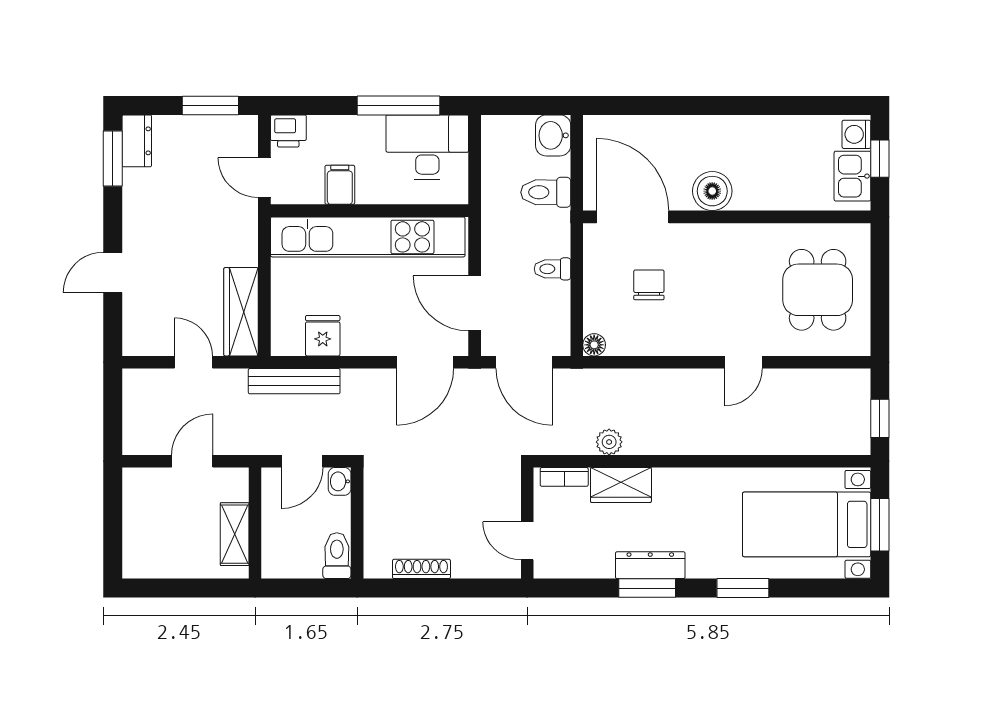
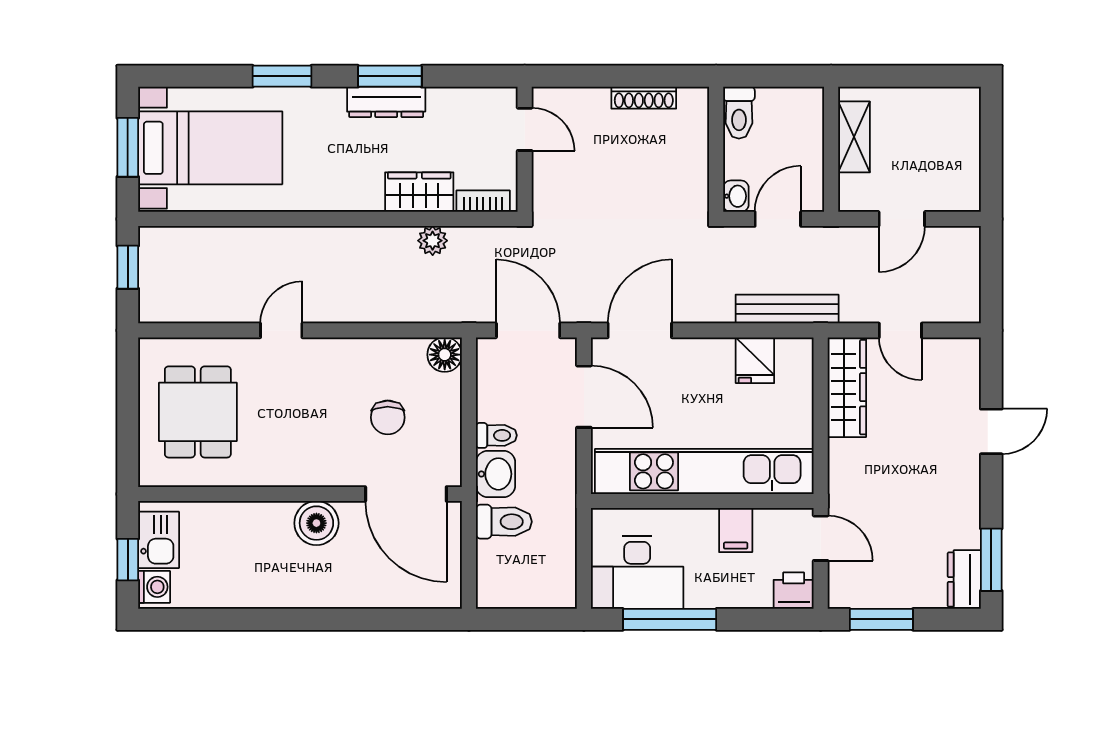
washbasin: (553, 135) -> (496, 474), moved
floor lamp: (594, 345) -> (445, 355), width x1.37, depth x1.37

